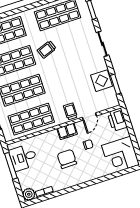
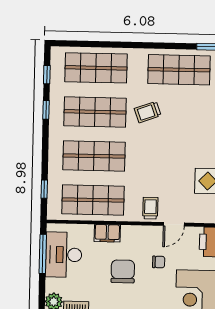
filing cabinet: (67, 131) -> (107, 233), moved
desk: (23, 157) -> (64, 255), width x1.37

